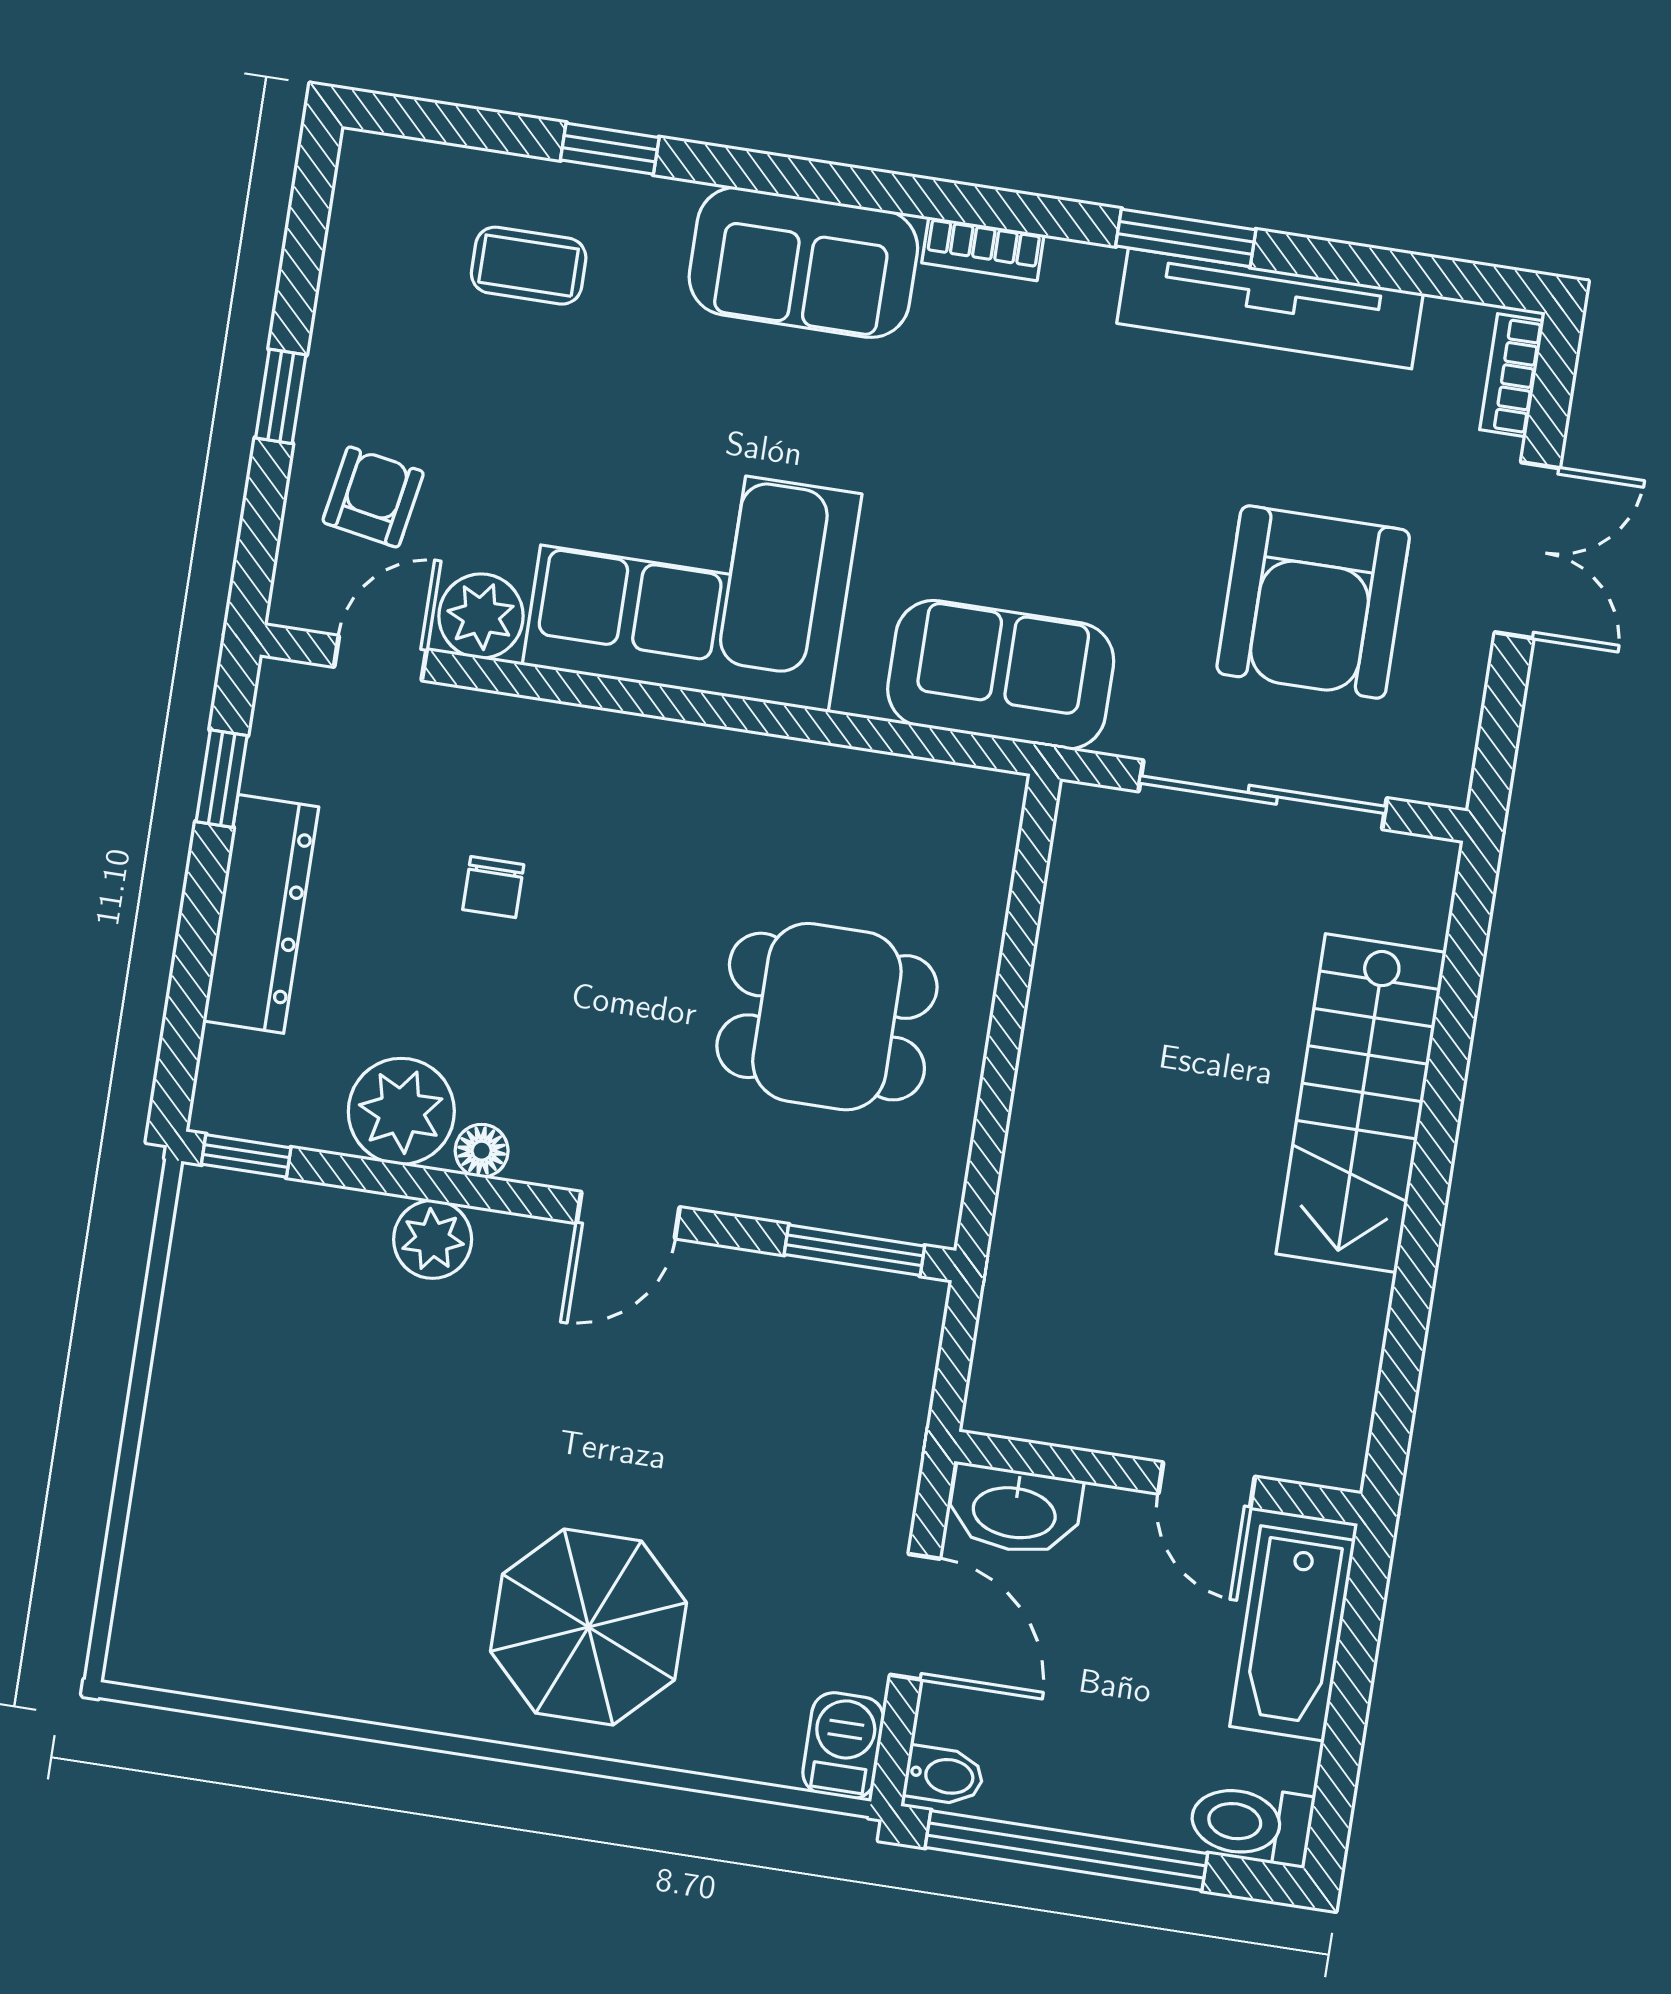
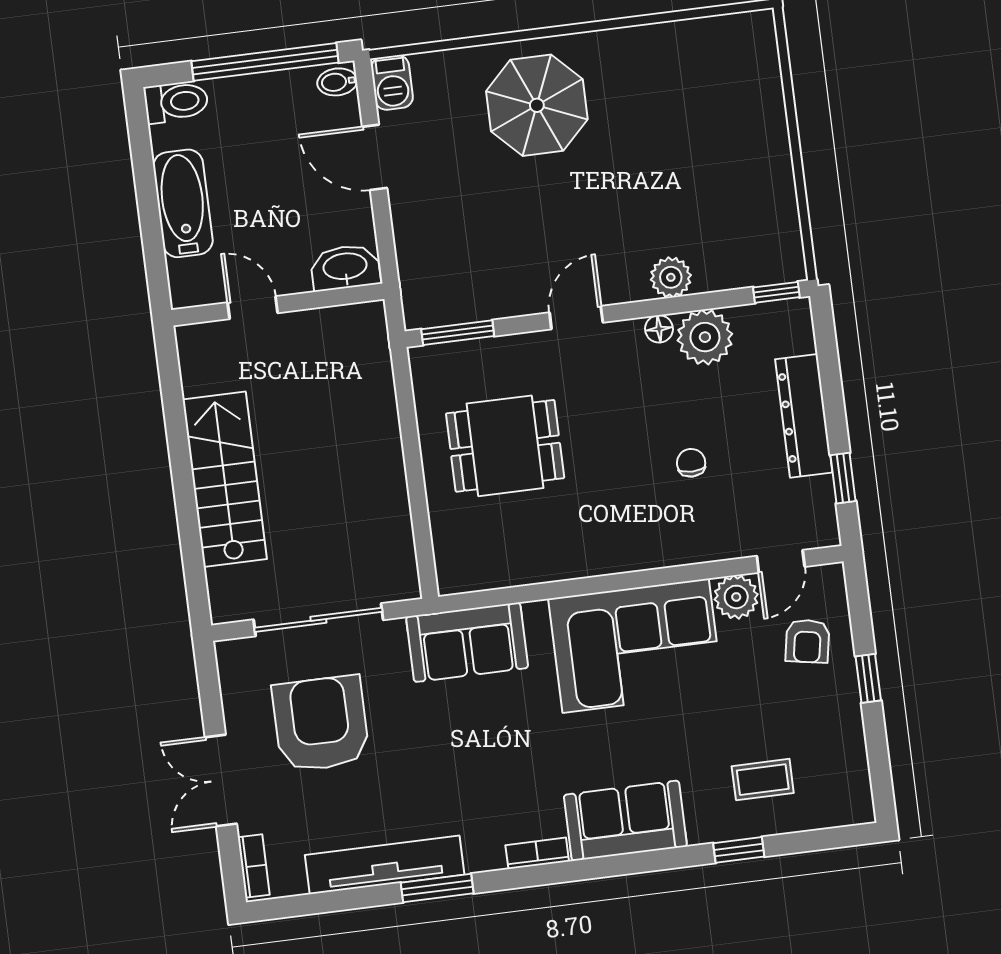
wall: (1158, 1478) -> (278, 305), moved
door: (1207, 1485) -> (253, 308), moved
washbasin: (1015, 1510) -> (345, 267), moved

